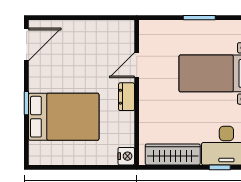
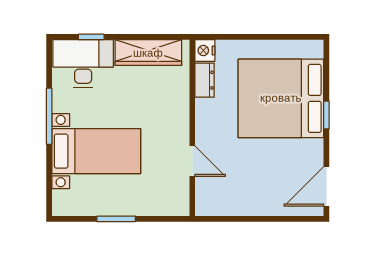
door: (137, 65) -> (192, 161), hinge flipped
dresser: (127, 97) -> (205, 80), moved
bed: (64, 117) -> (281, 98), width x1.36

